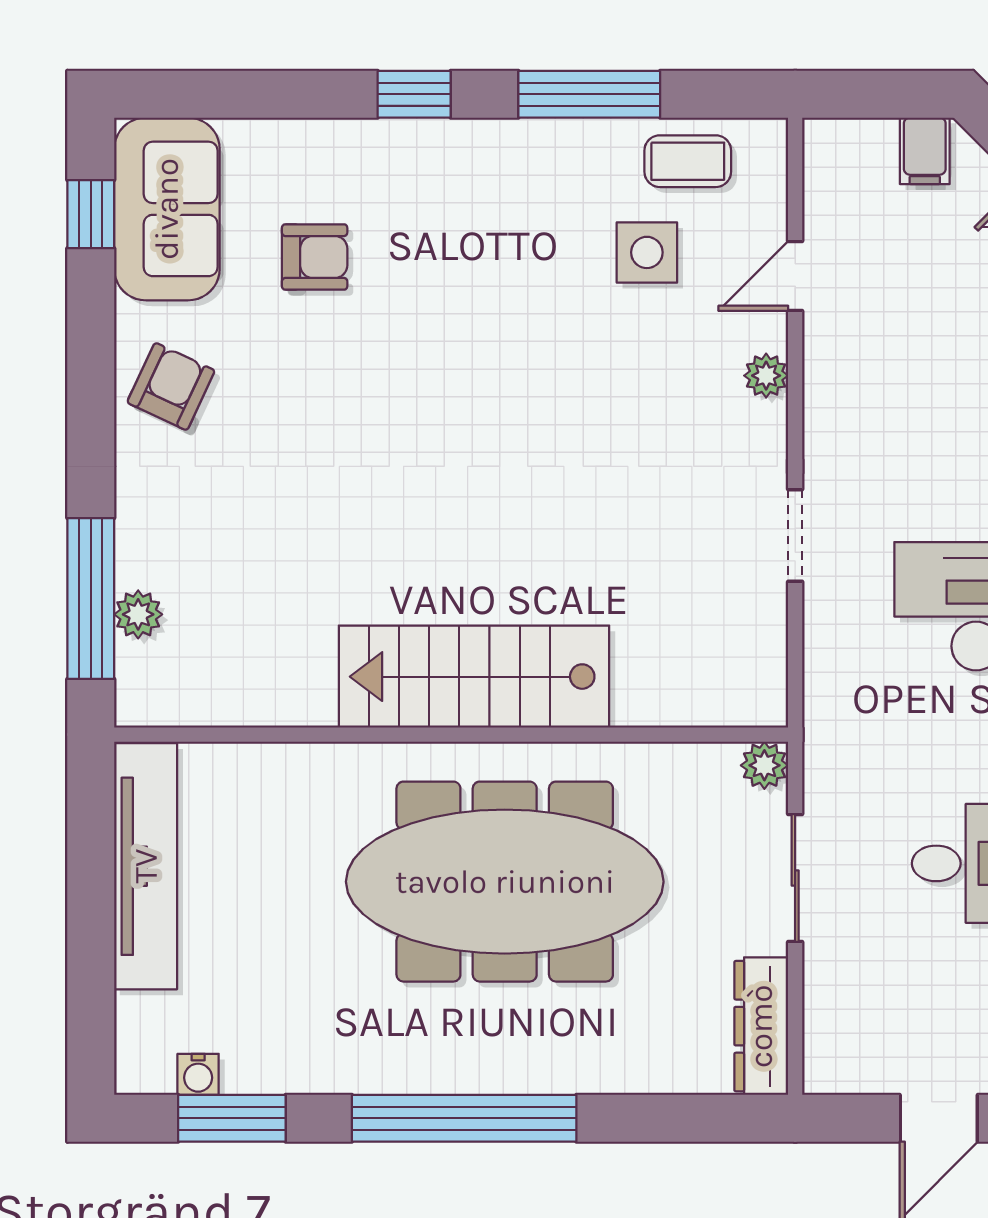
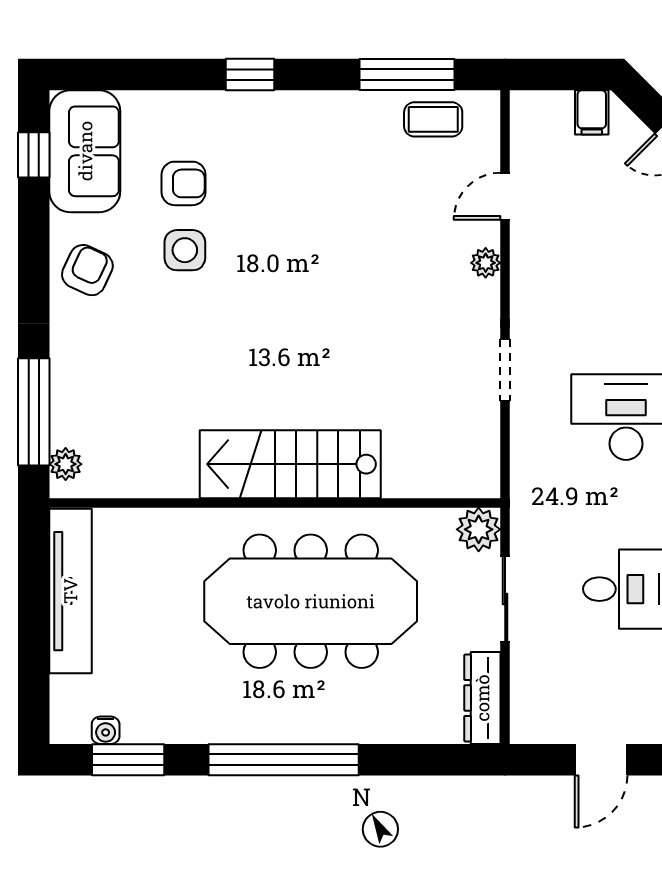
window: (589, 94) -> (407, 75), moved
side table: (647, 252) -> (185, 250), moved
plant: (138, 614) -> (66, 464), moved
plant: (764, 765) -> (479, 529), width x1.38, depth x1.38

